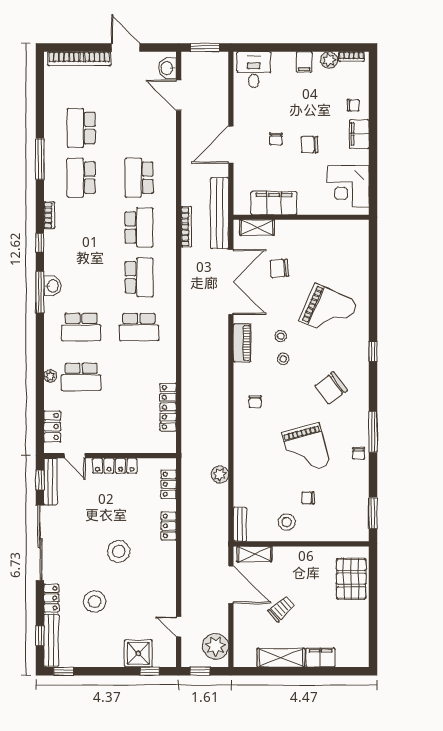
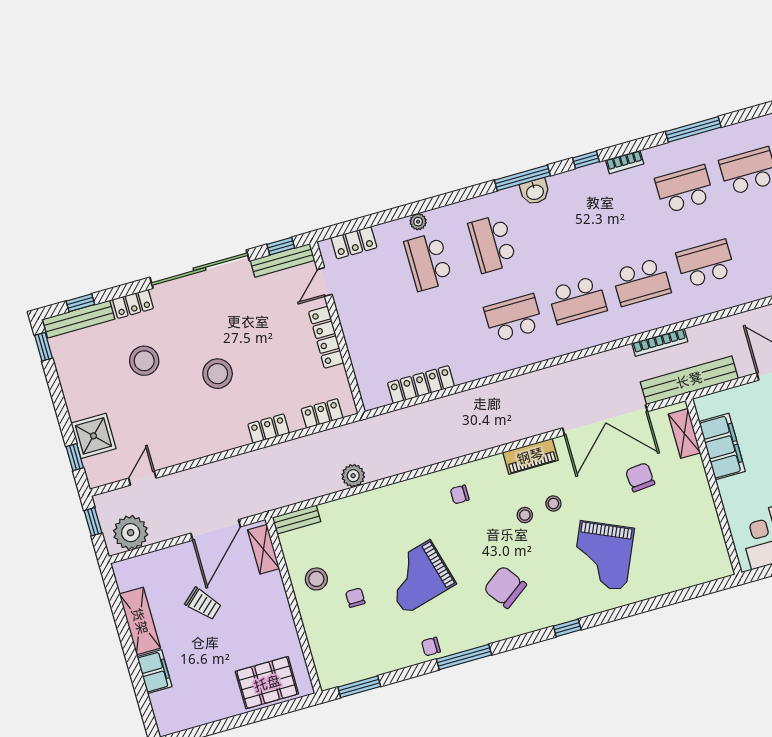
school desk: (139, 327) -> (513, 318), turned 90

